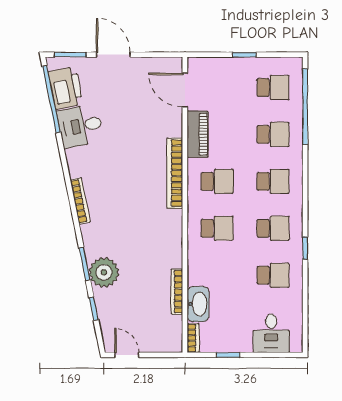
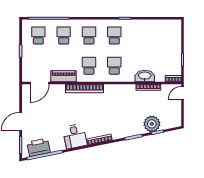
desk: (80, 126) -> (75, 136), moved
plant: (104, 272) -> (152, 124), moved
school desk: (273, 275) -> (140, 36), removed
washbasin: (198, 304) -> (145, 76), moved
desk: (271, 333) -> (171, 37), removed
door: (127, 355) -> (183, 93), moved

